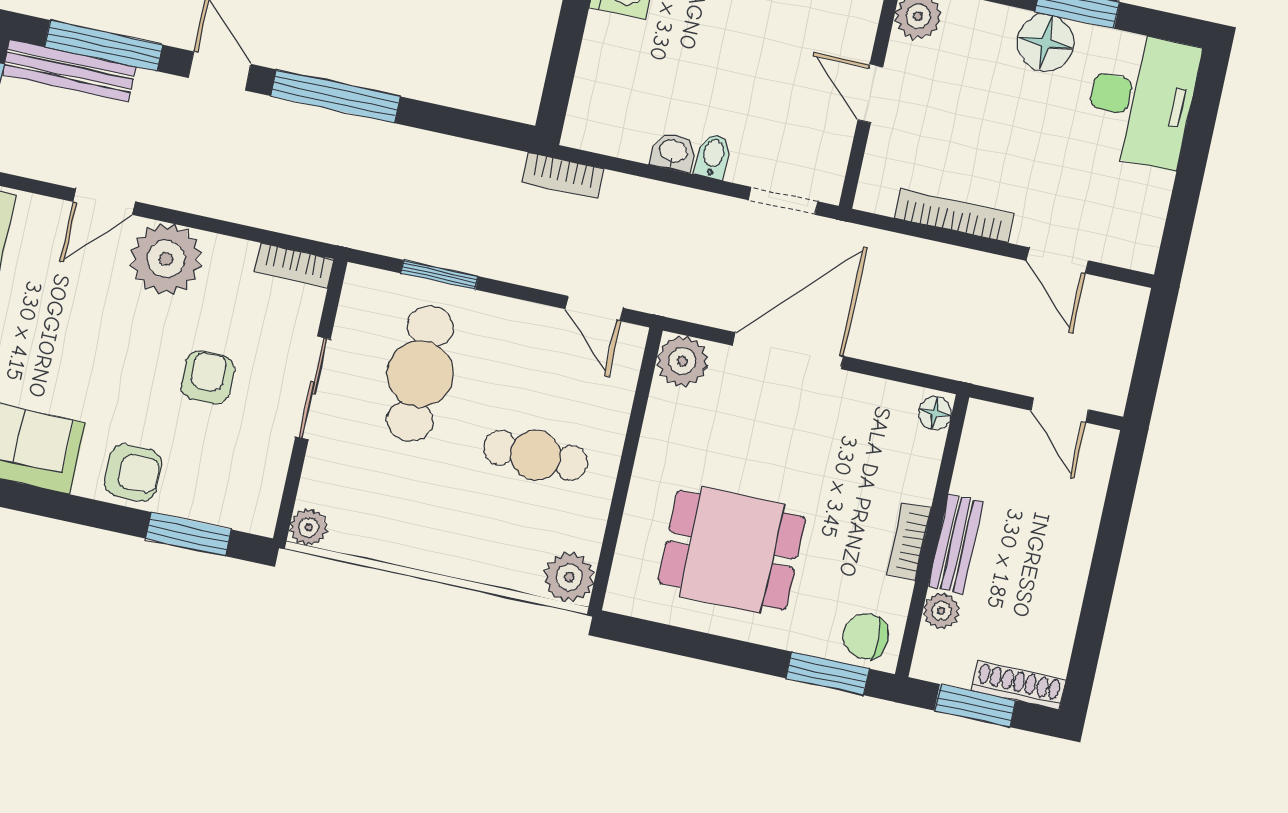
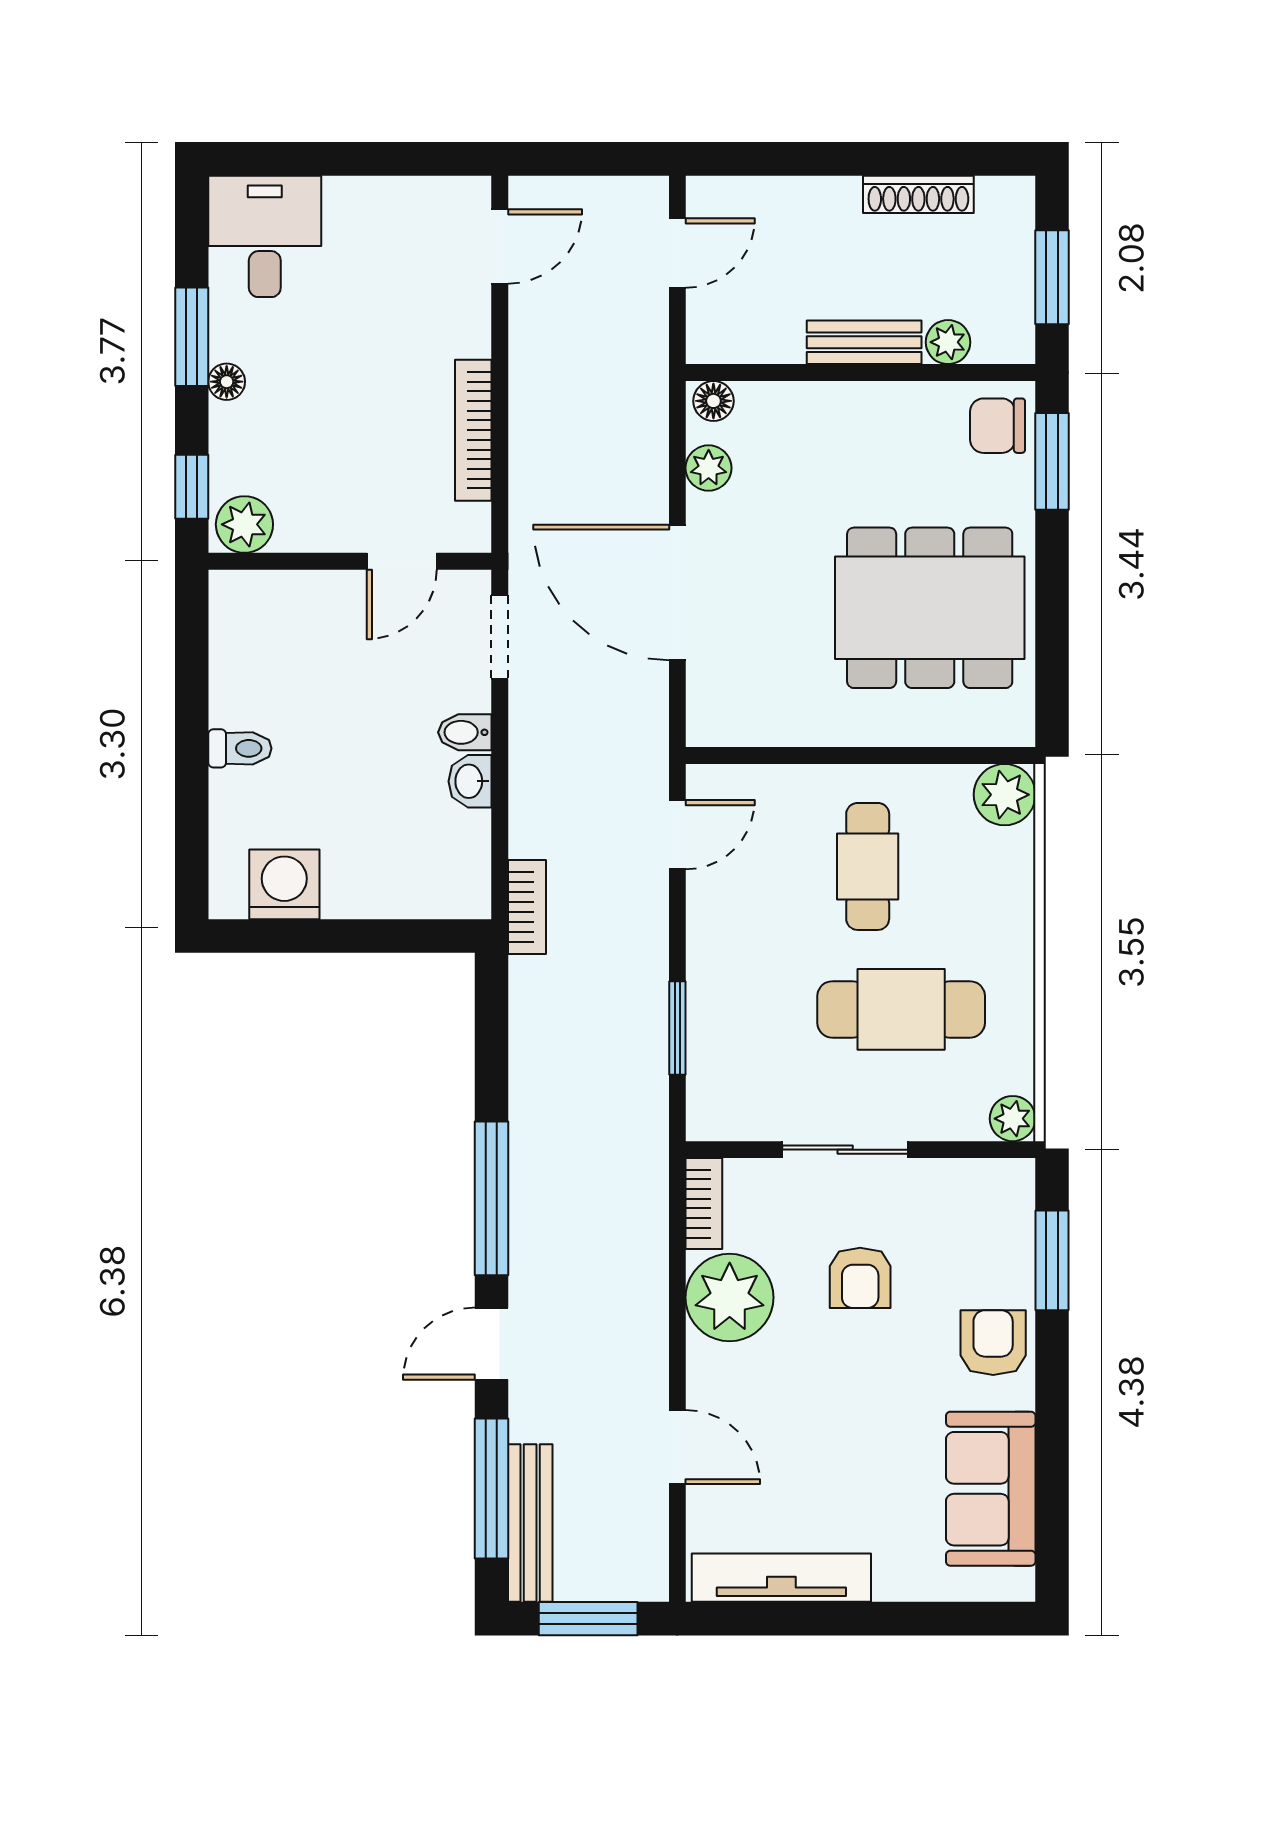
floor lamp: (1045, 43) -> (227, 382), width x0.53, depth x0.53
door: (870, 93) -> (402, 561), moved
desk: (1141, 100) -> (265, 236), width x0.73
plant: (166, 259) -> (730, 1297), moved
door: (1057, 261) -> (500, 246), moved
plant: (682, 361) -> (709, 468), moved, width x0.73, depth x0.73
cafe table: (420, 374) -> (901, 1009), moved
armchair: (208, 377) -> (860, 1278), turned -90
bookcase: (909, 541) -> (873, 399), removed
dining table: (732, 550) -> (930, 608), width x1.37
chair: (866, 636) -> (998, 426), turned 90
shoe rack: (1018, 685) -> (918, 194), moved, turned -90

